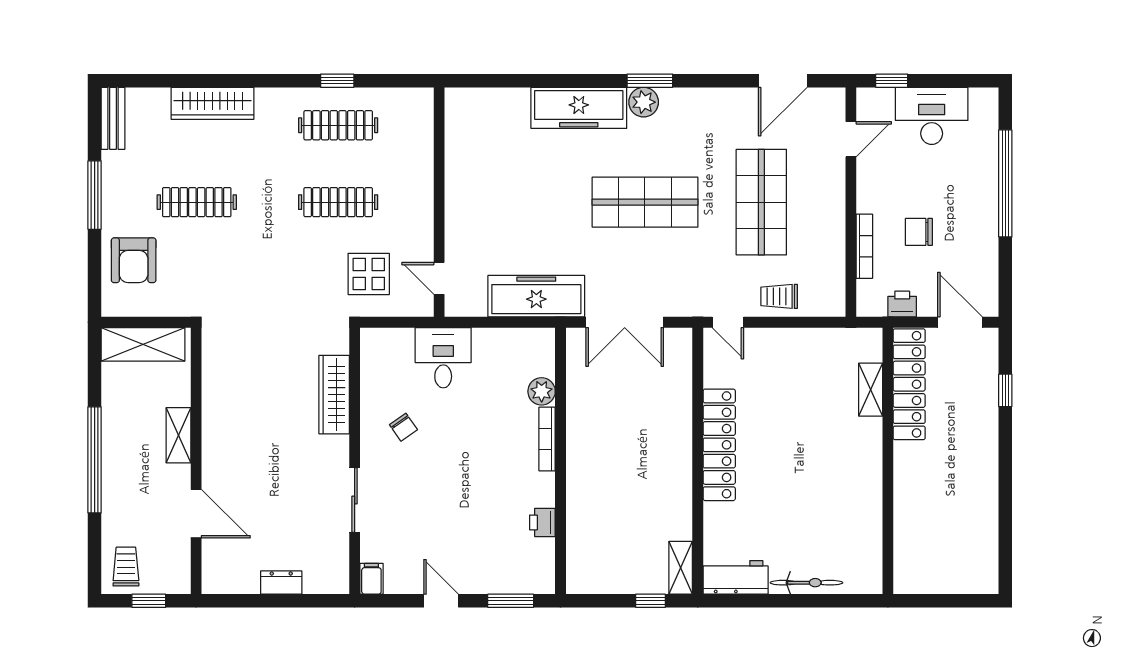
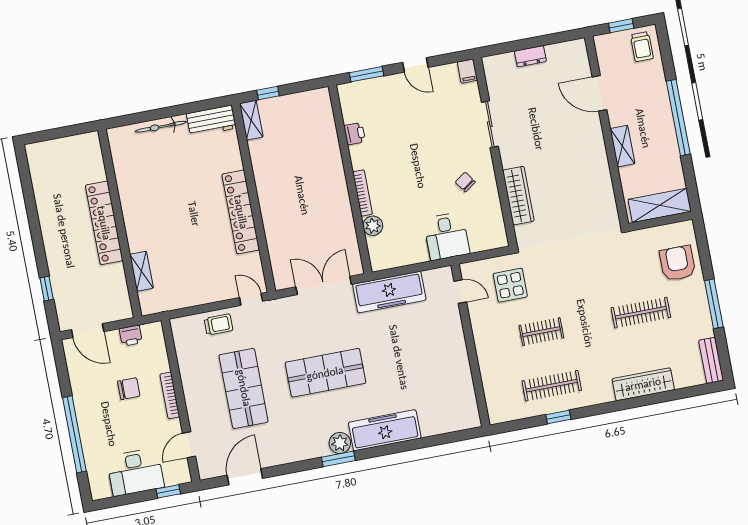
clothes rail: (338, 202) -> (541, 332), width x0.73
bookcase: (864, 246) -> (170, 395), moved
locker: (909, 384) -> (104, 223), moved

